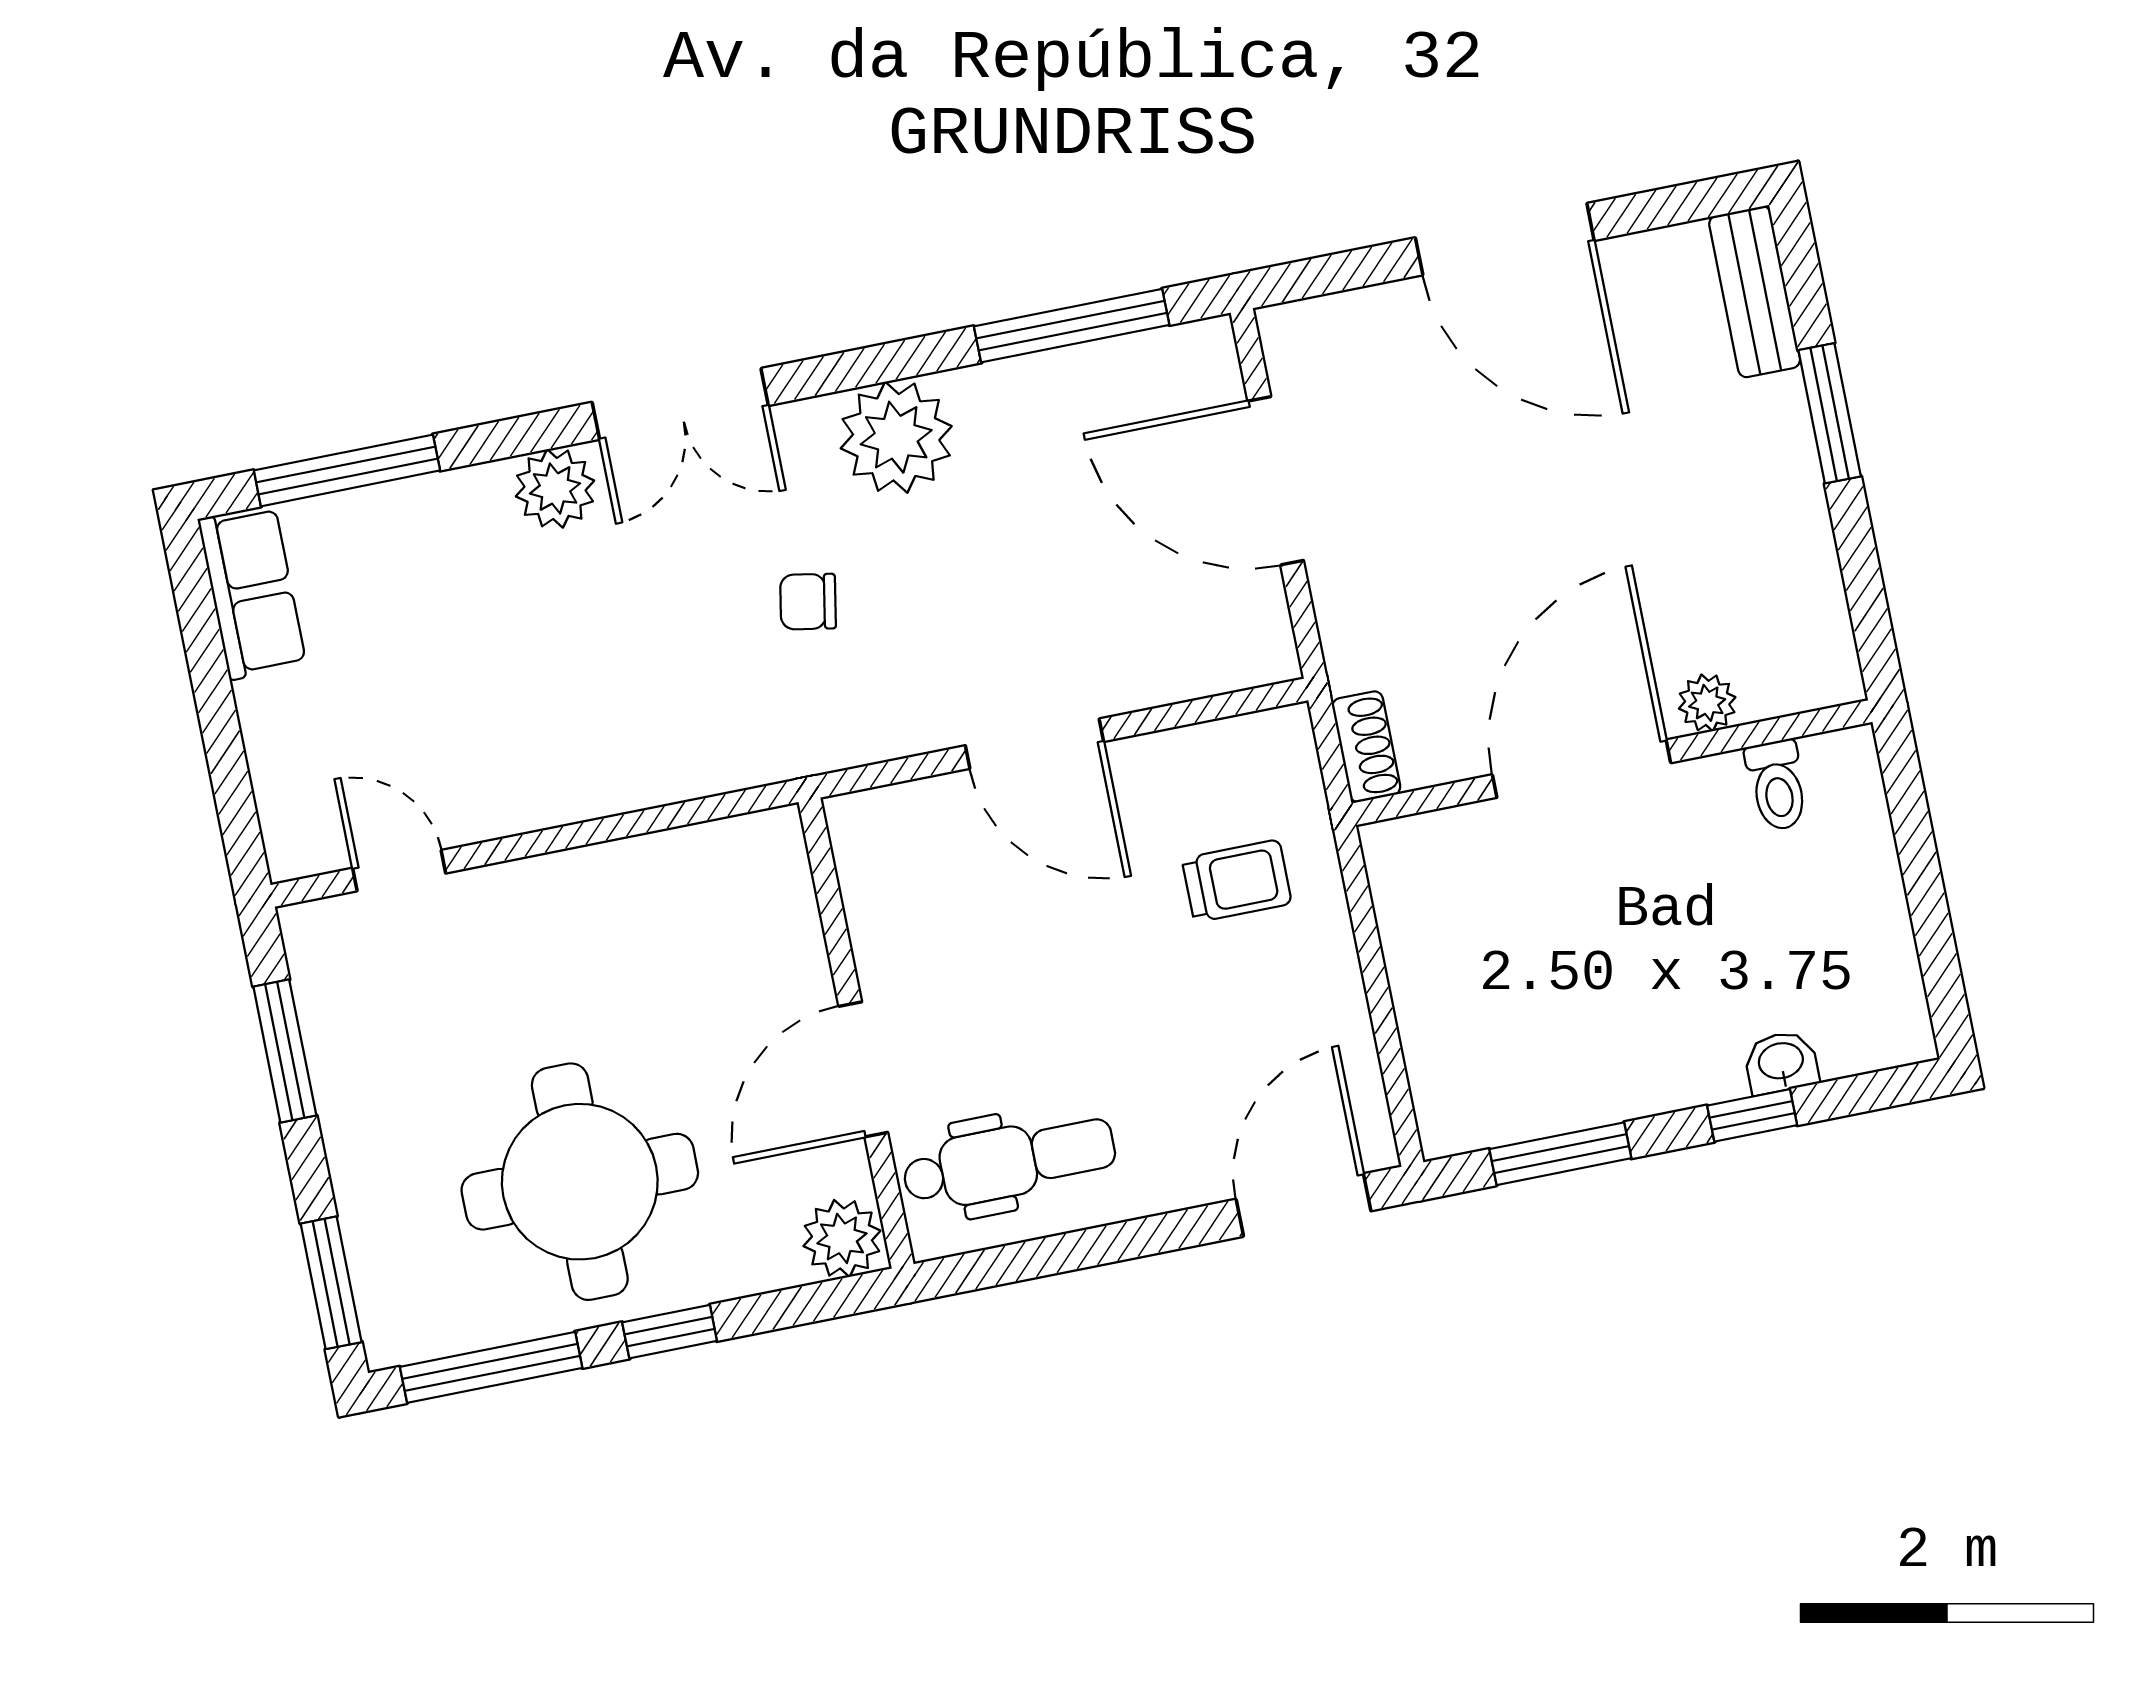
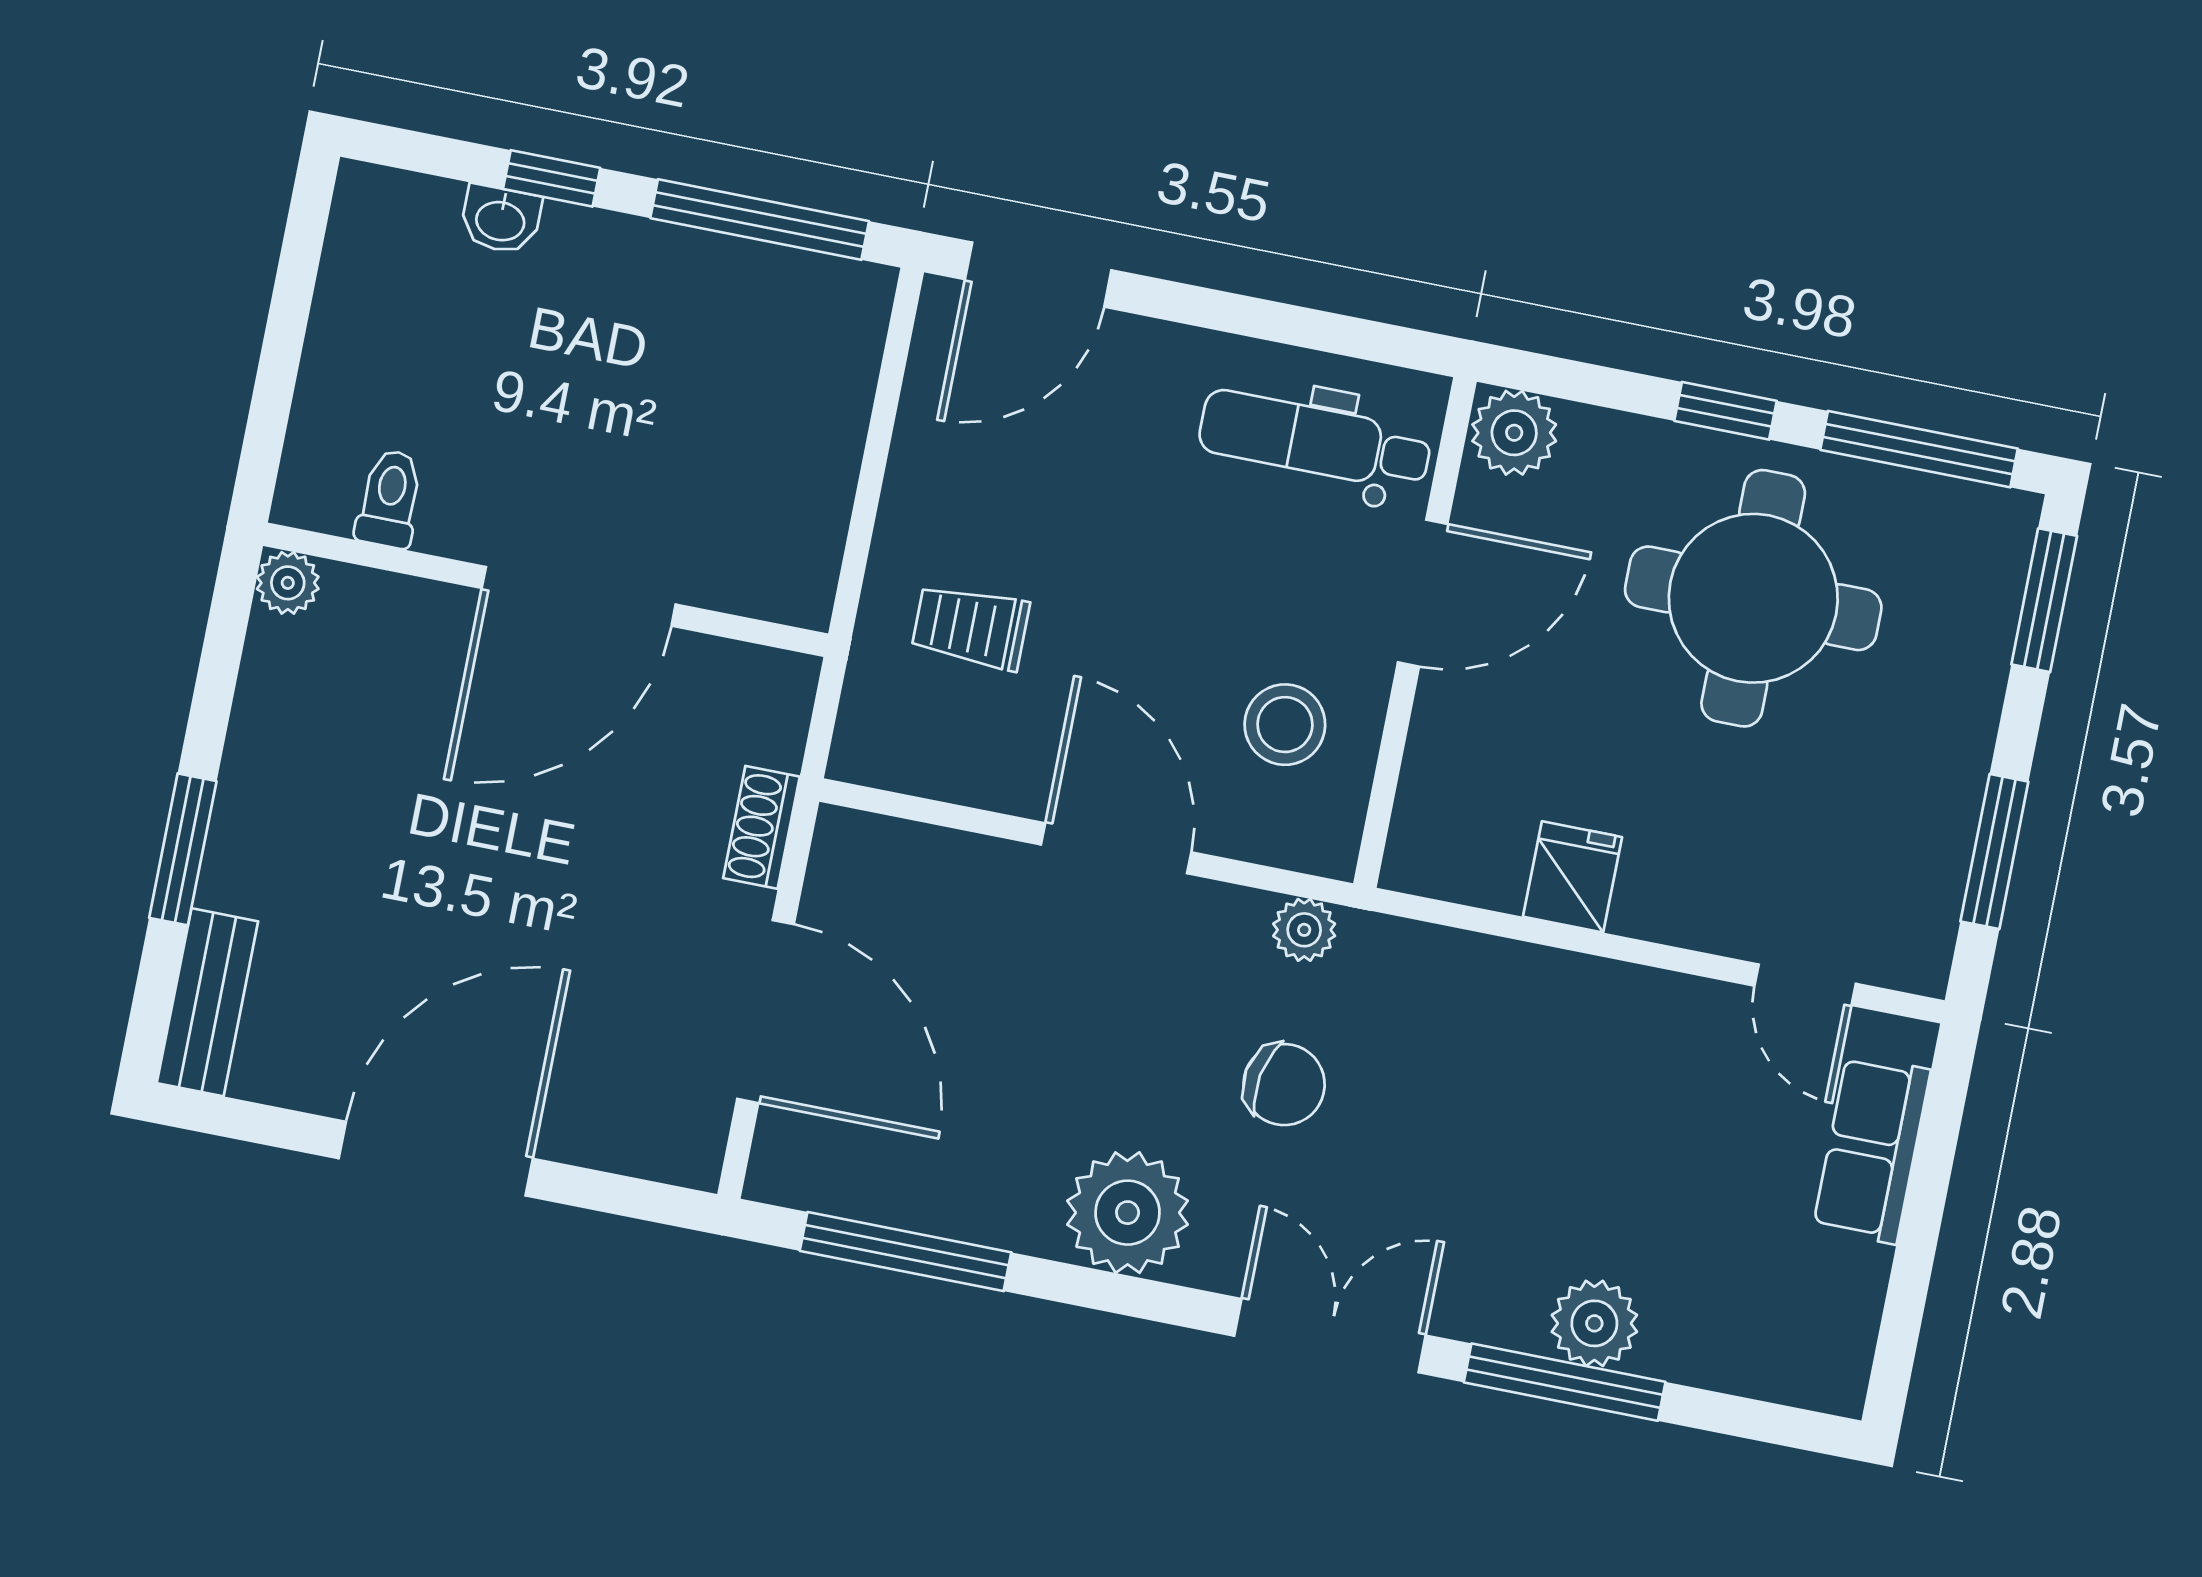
door: (1505, 239) -> (436, 1159), hinge flipped
window: (347, 470) -> (1565, 1382), moved
plant: (555, 488) -> (1594, 1323), moved
row of seats: (252, 592) -> (1872, 1149), moved
chair: (808, 602) -> (1284, 1085), width x1.37, depth x1.37
plant: (1707, 703) -> (288, 583), moved
plant: (845, 741) -> (1304, 930), added
shoe rack: (1366, 747) -> (761, 827), moved
fridge: (636, 880) -> (1572, 877), added
stool: (934, 909) -> (1285, 725), added
window: (1560, 1154) -> (760, 220), width x1.44

